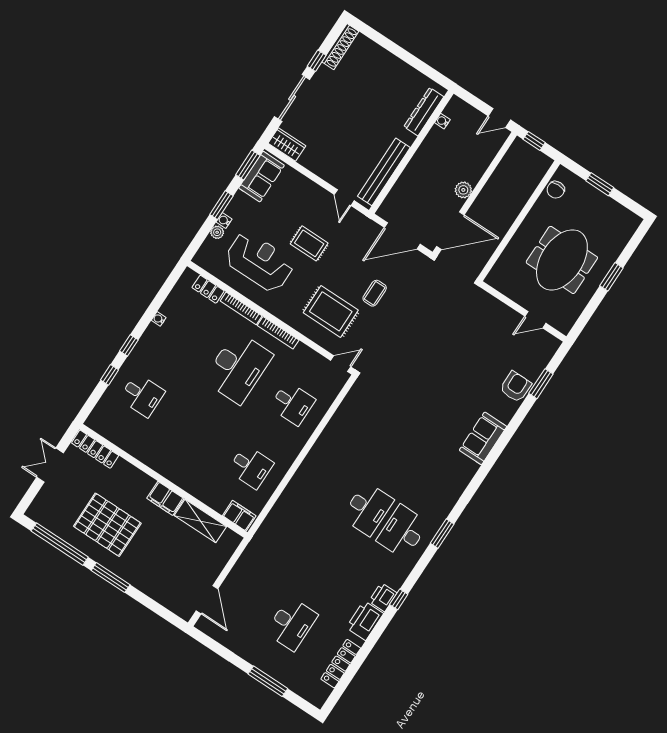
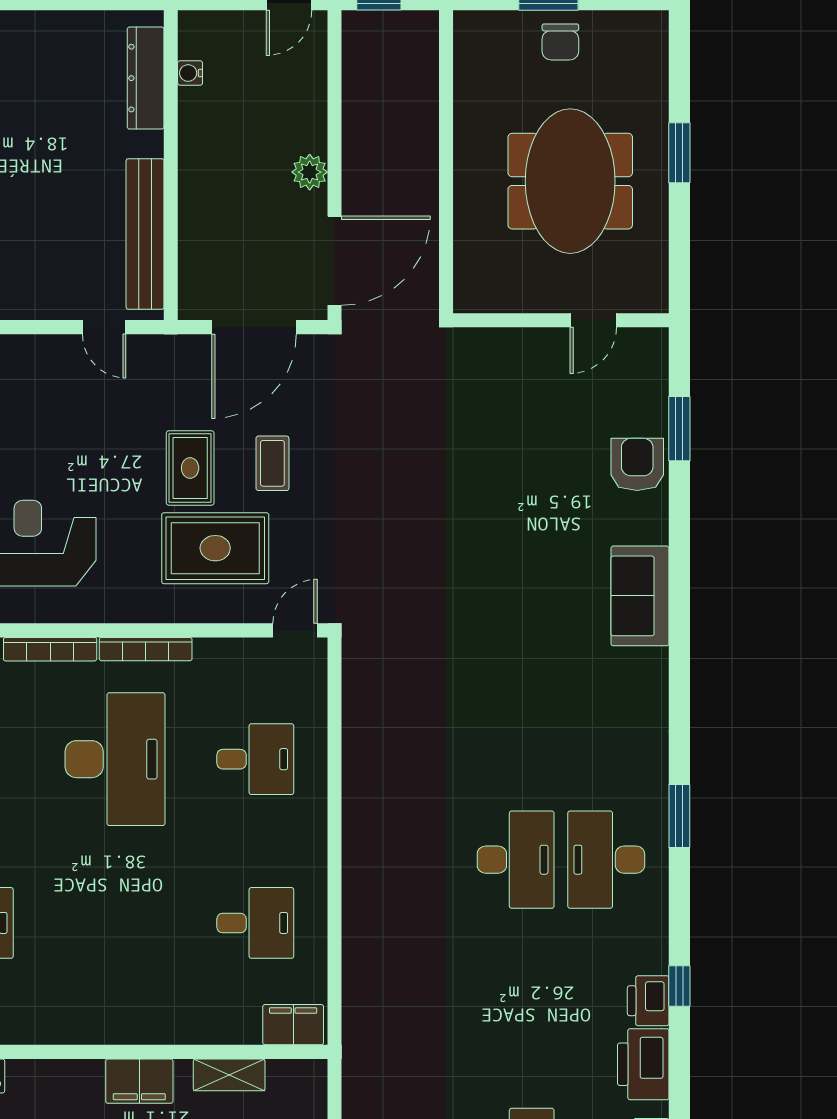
chair: (556, 190) -> (560, 42), moved
rug: (309, 243) -> (190, 468), moved, turned 90
shelving: (200, 521) -> (229, 1075), width x0.67, depth x0.75

